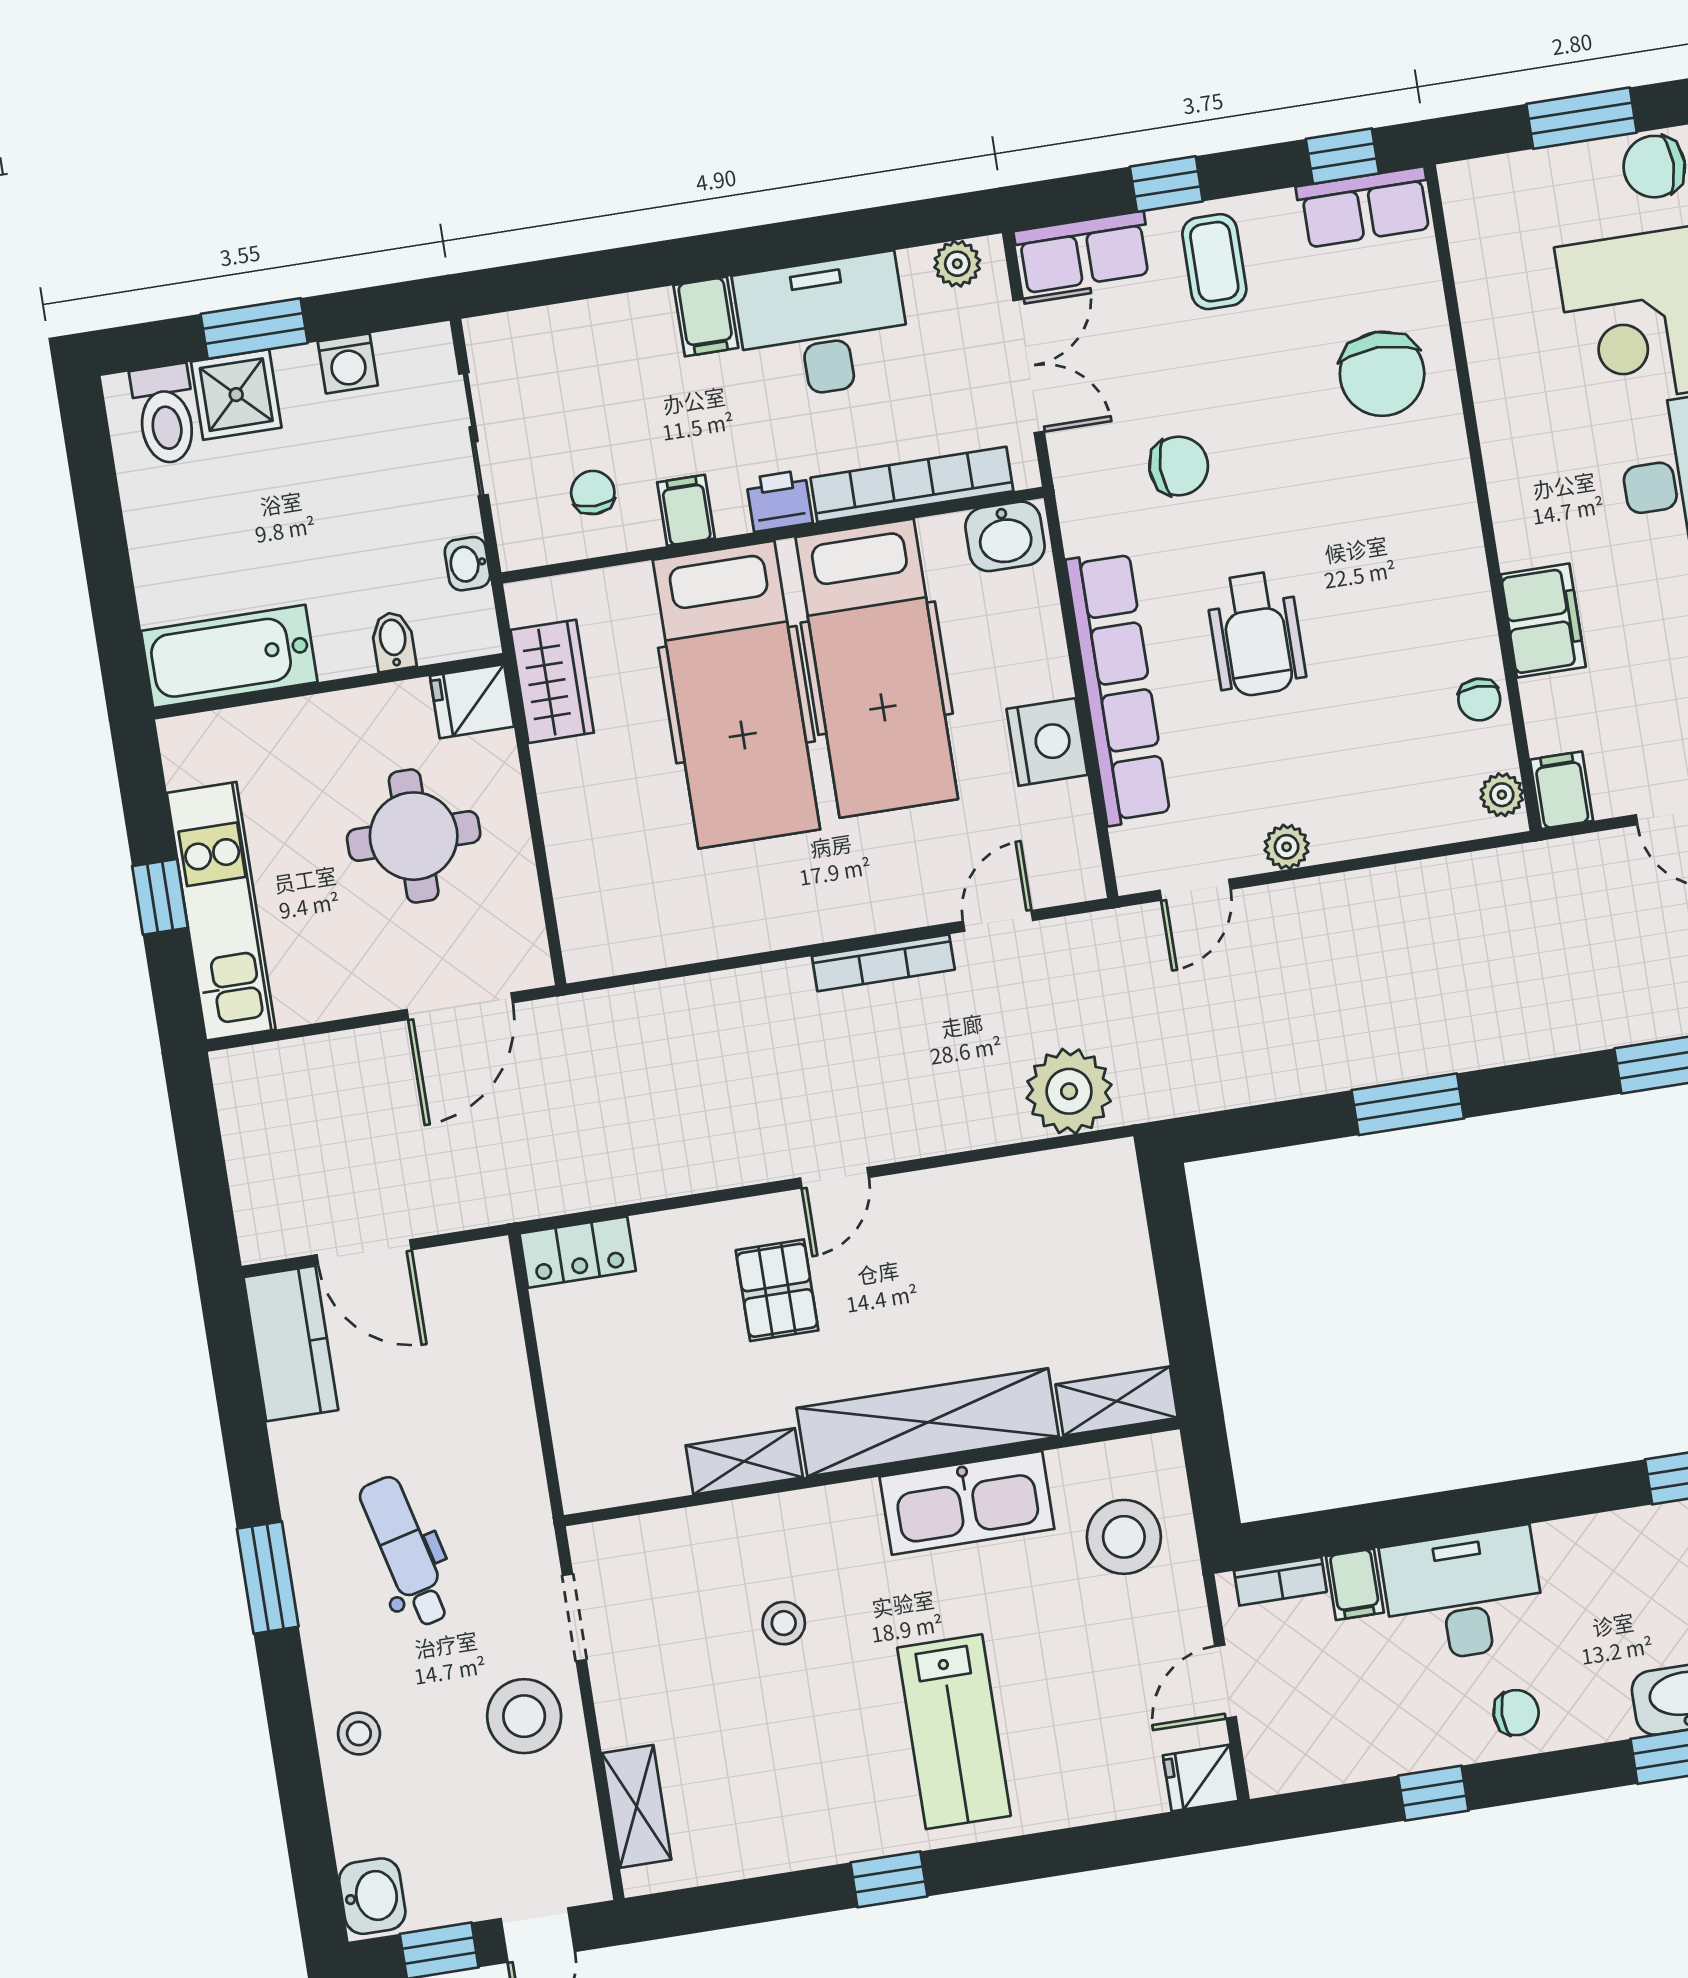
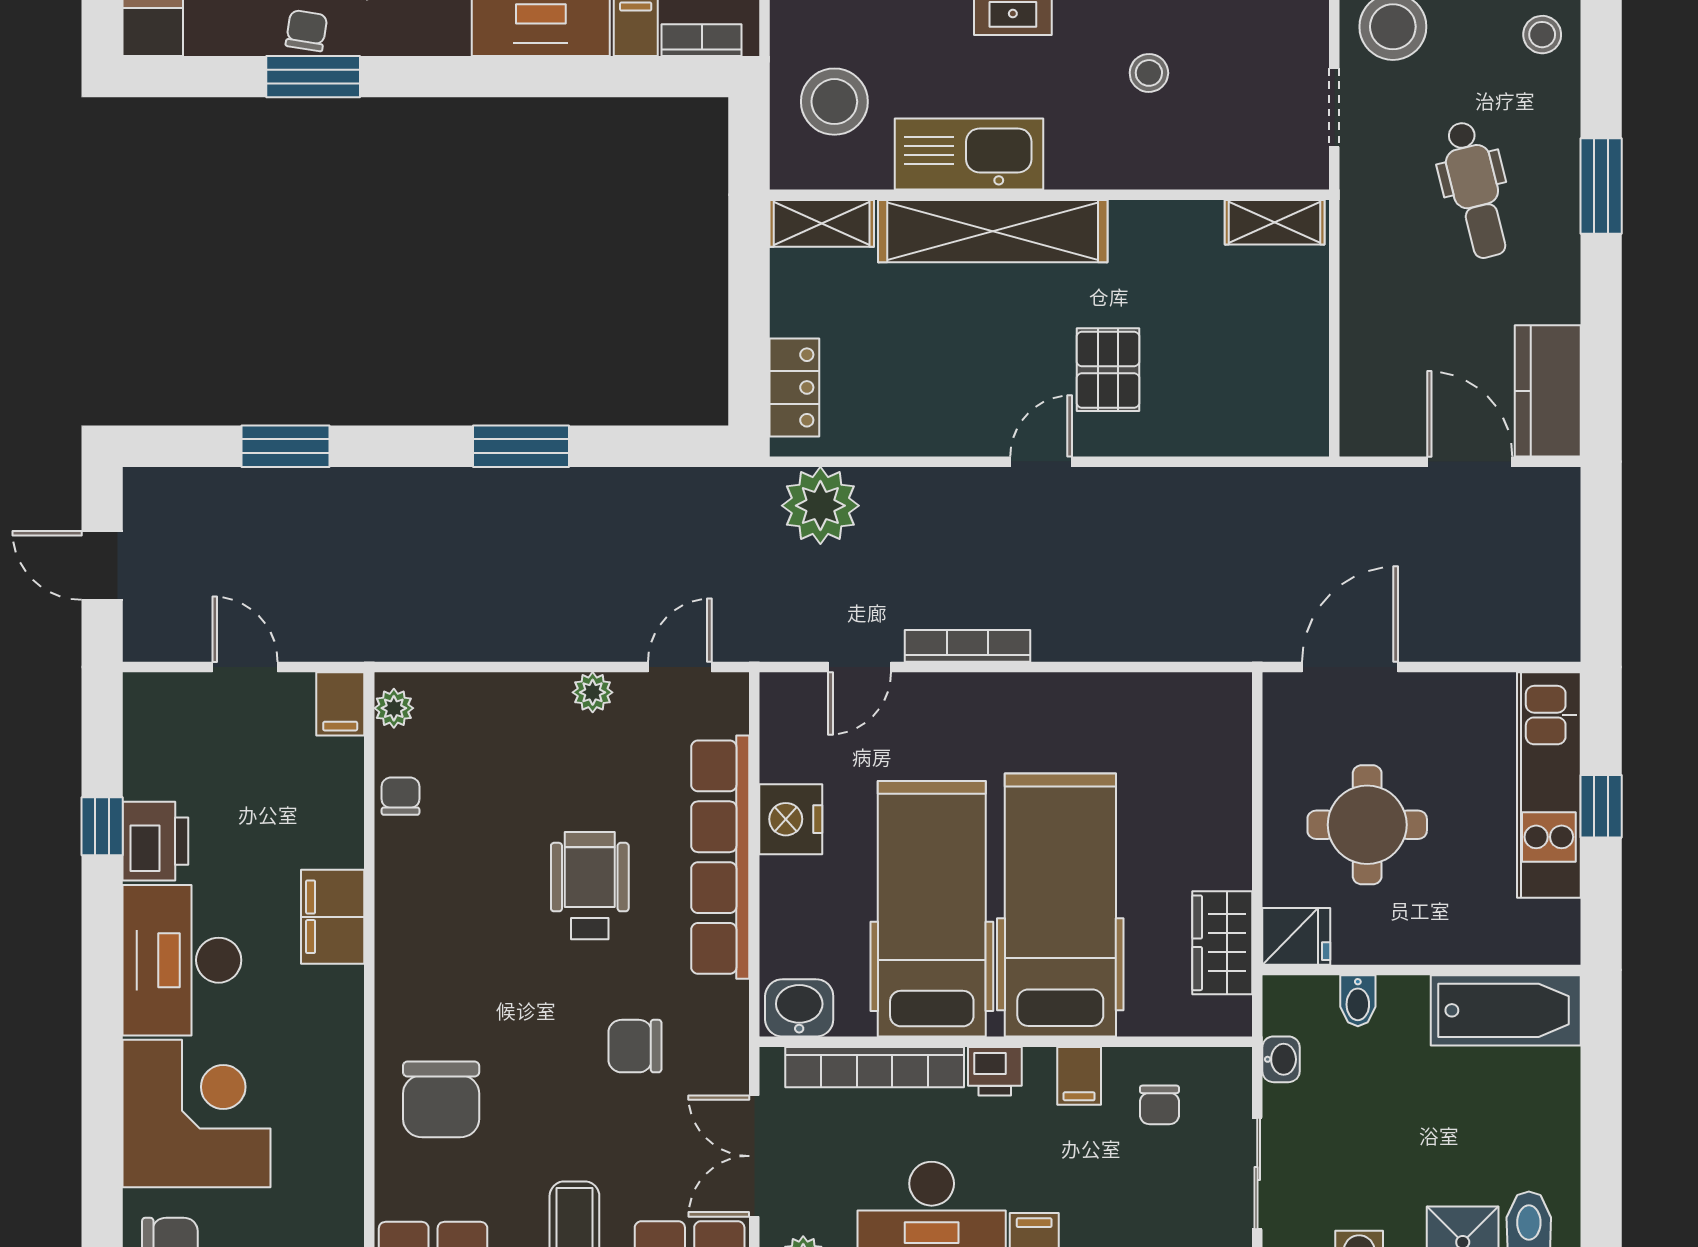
chair: (1382, 374) -> (441, 1099), turned 180
filing cabinet: (1543, 621) -> (333, 917), moved
locker: (578, 1252) -> (794, 387), moved, turned 90
shelving: (744, 1461) -> (1275, 222), moved

